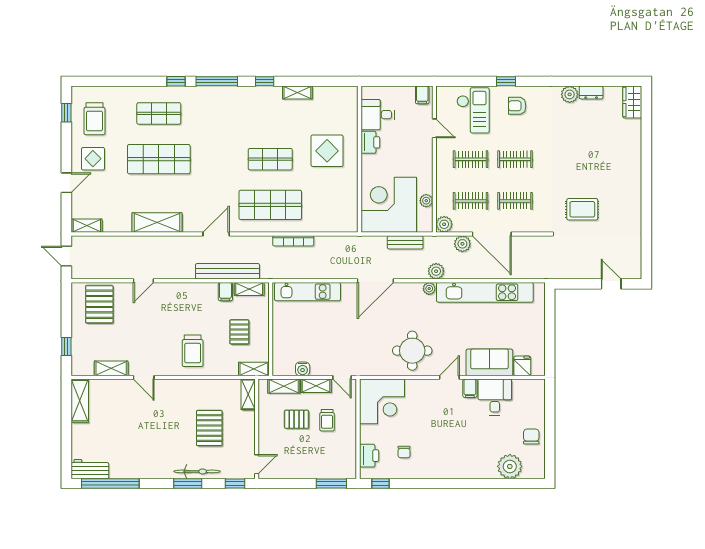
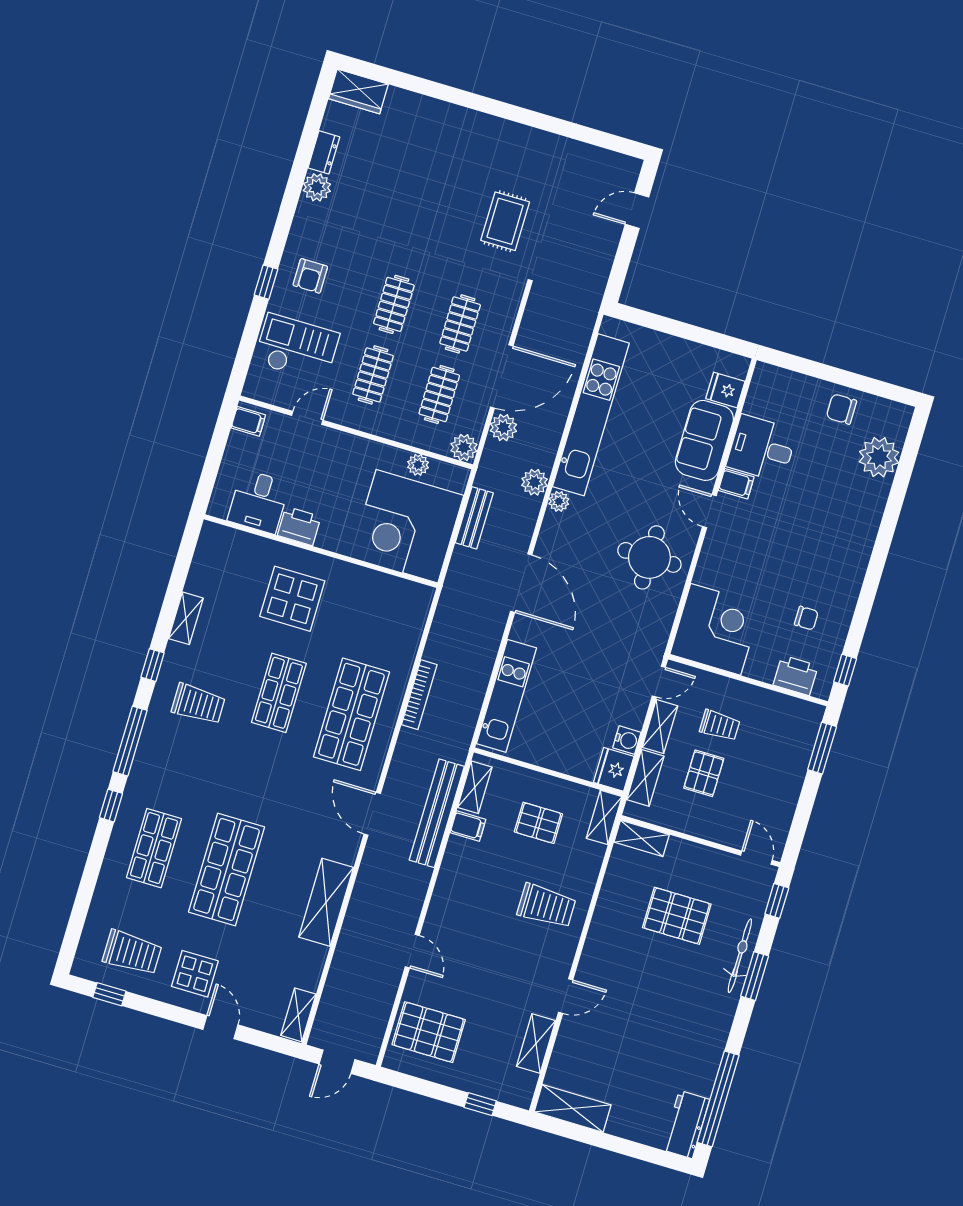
trolley: (250, 114) -> (198, 704), added
fridge: (283, 366) -> (614, 769), added

